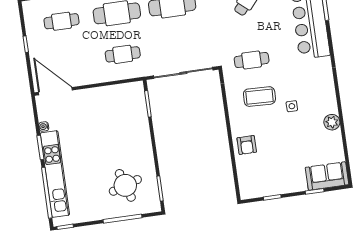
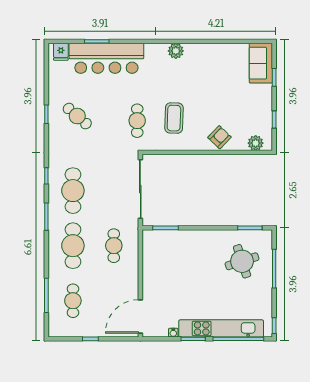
side table: (292, 106) -> (188, 88), removed
plant: (332, 122) -> (176, 51), moved
armchair: (247, 145) -> (219, 137), turned -46
plant: (246, 182) -> (256, 143), added

